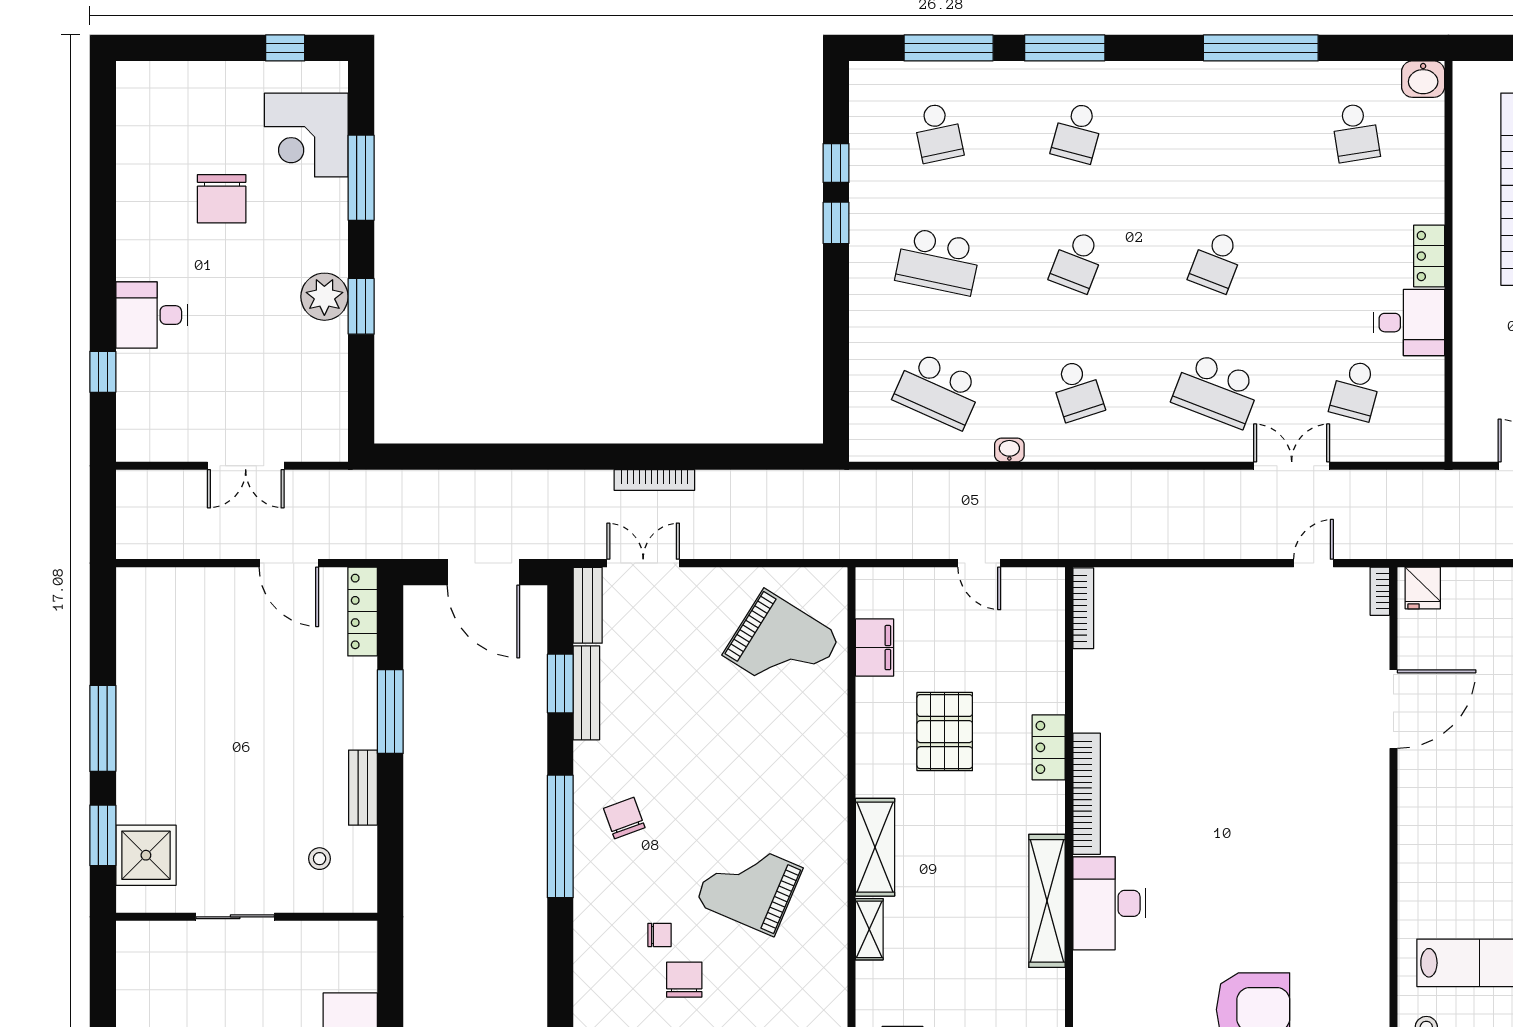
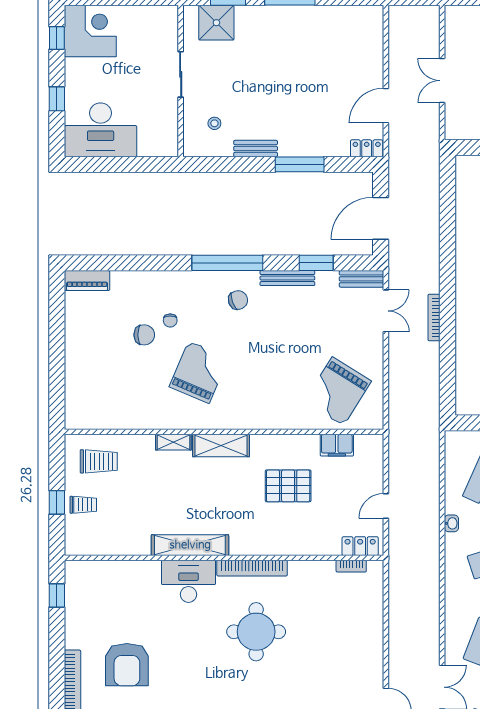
bookcase: (1083, 608) -> (351, 566), width x0.64
locker: (363, 611) -> (367, 148), width x0.66
bench: (586, 693) -> (287, 278), moved
locker: (1049, 747) -> (360, 546), moved
round table: (1196, 787) -> (256, 632), added

